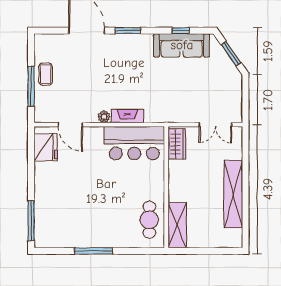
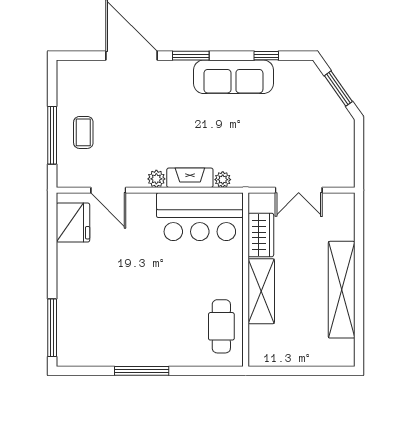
sofa: (182, 45) -> (233, 77), moved
coffee table: (46, 74) -> (83, 132), moved
plant: (150, 117) -> (223, 180), added
double door: (215, 125) -> (299, 190), moved
wardrobe: (177, 144) -> (261, 235), moved
shelving: (177, 225) -> (261, 291), moved

